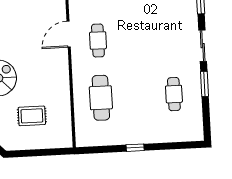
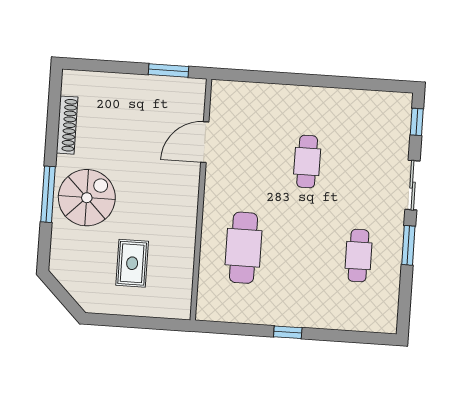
cafe table: (98, 40) -> (307, 162), moved
rug: (32, 116) -> (132, 263), turned 90

